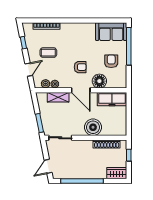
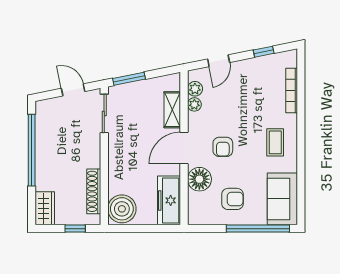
coffee table: (48, 53) -> (275, 142), moved
door: (29, 70) -> (219, 61), hinge flipped
boiler: (93, 127) -> (122, 209), moved
door: (48, 166) -> (73, 90), moved

